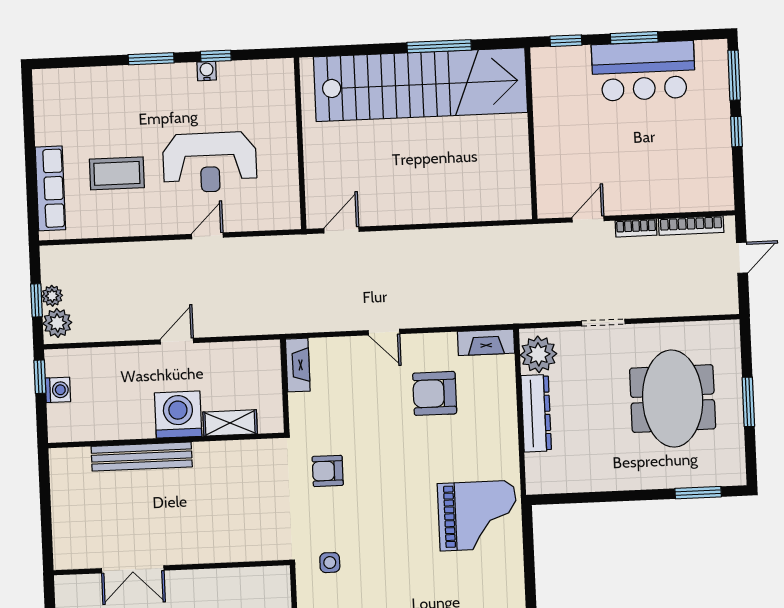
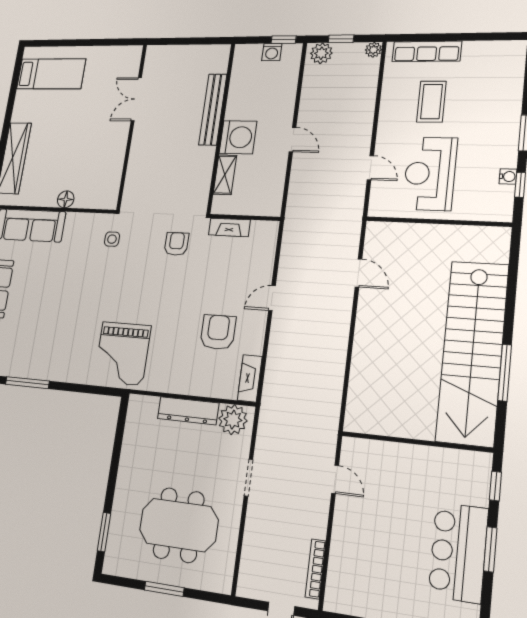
wall: (300, 143) -> (438, 222), moved
bookcase: (636, 228) -> (321, 520), removed
plant: (52, 296) -> (373, 50), moved
fireplace: (298, 365) -> (229, 227), moved

